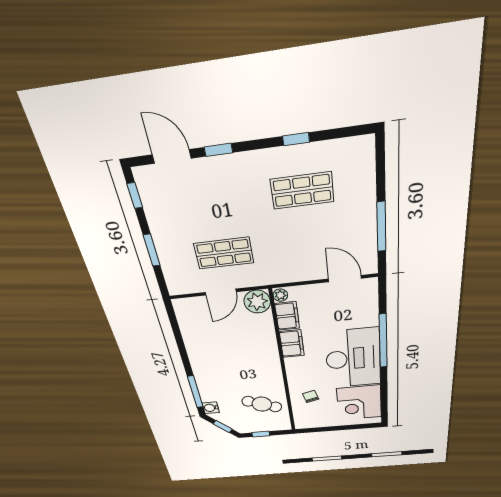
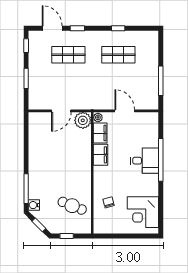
shop shelf: (224, 253) -> (68, 55), moved
door: (345, 279) -> (125, 111), moved
desk: (353, 359) -> (145, 161), width x0.53, depth x0.77

